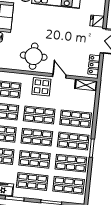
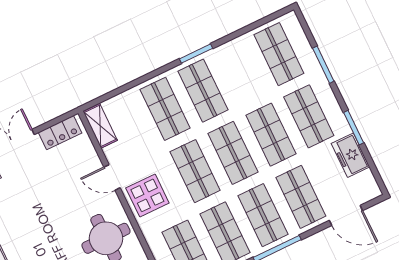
door: (59, 76) -> (112, 177), hinge flipped
shop shelf: (71, 163) -> (241, 72), removed

